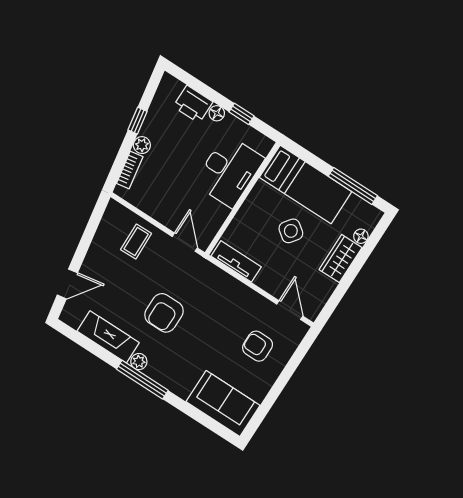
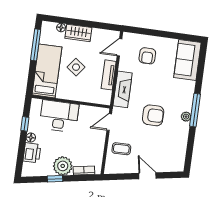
plant: (142, 145) -> (63, 166), width x1.88, depth x1.88
tv unit: (236, 261) -> (109, 75), moved
door: (67, 284) -> (147, 176), moved
fireplace: (108, 337) -> (123, 89), moved, turned 180

